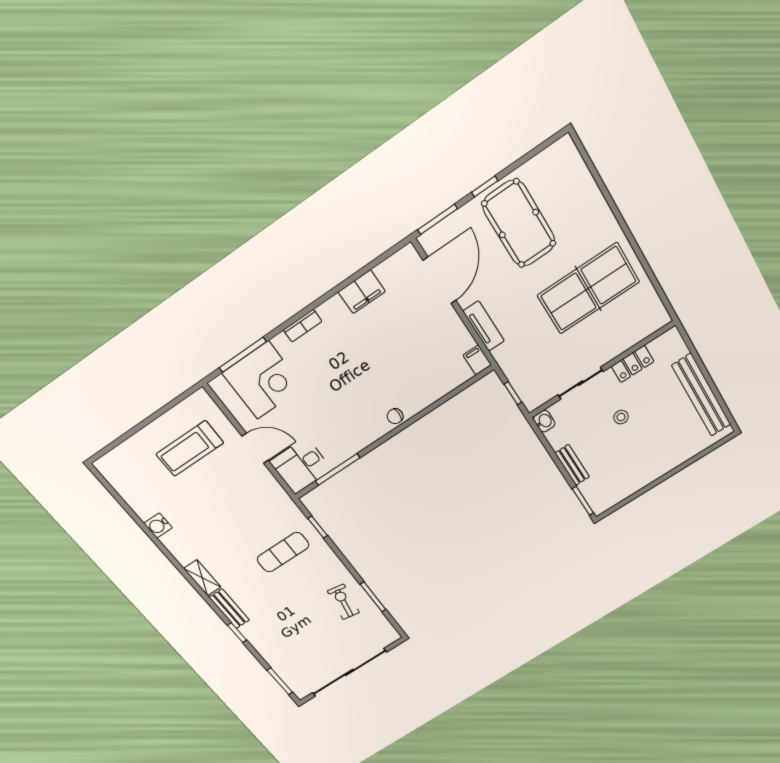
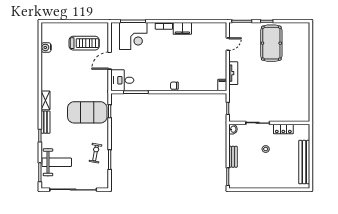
door: (440, 280) -> (228, 44), width x0.53
table tennis table: (588, 289) -> (283, 86), removed
filing cabinet: (362, 292) -> (182, 28), moved
treadmill: (190, 448) -> (84, 43), turned 180
door: (255, 448) -> (110, 61), swing flipped
water cooler: (158, 526) -> (46, 47), moved
exercise mat: (283, 552) -> (87, 112), width x2.00, depth x1.45
weight bench: (294, 652) -> (57, 162), added

